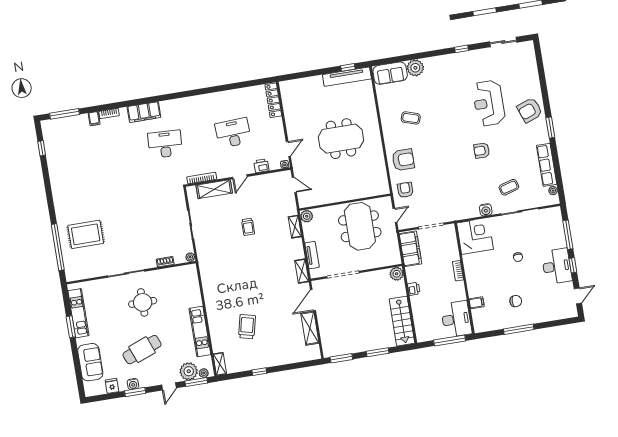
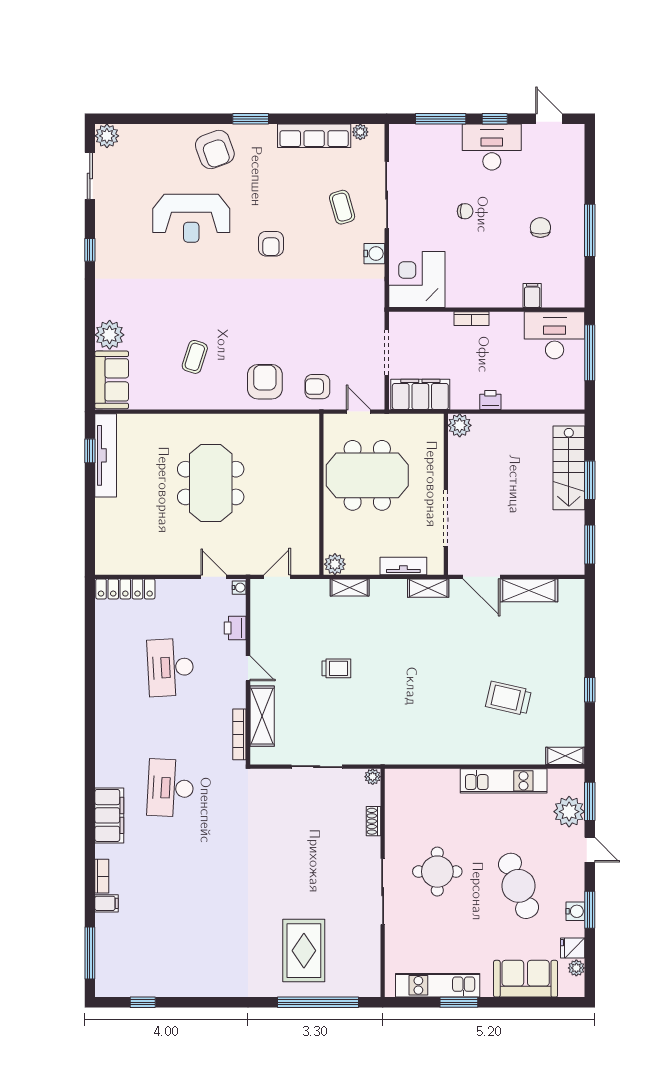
plant: (527, 48) -> (107, 136), added
stairs: (402, 321) -> (569, 468), moved, turned 90
plant: (204, 373) -> (576, 968), moved

